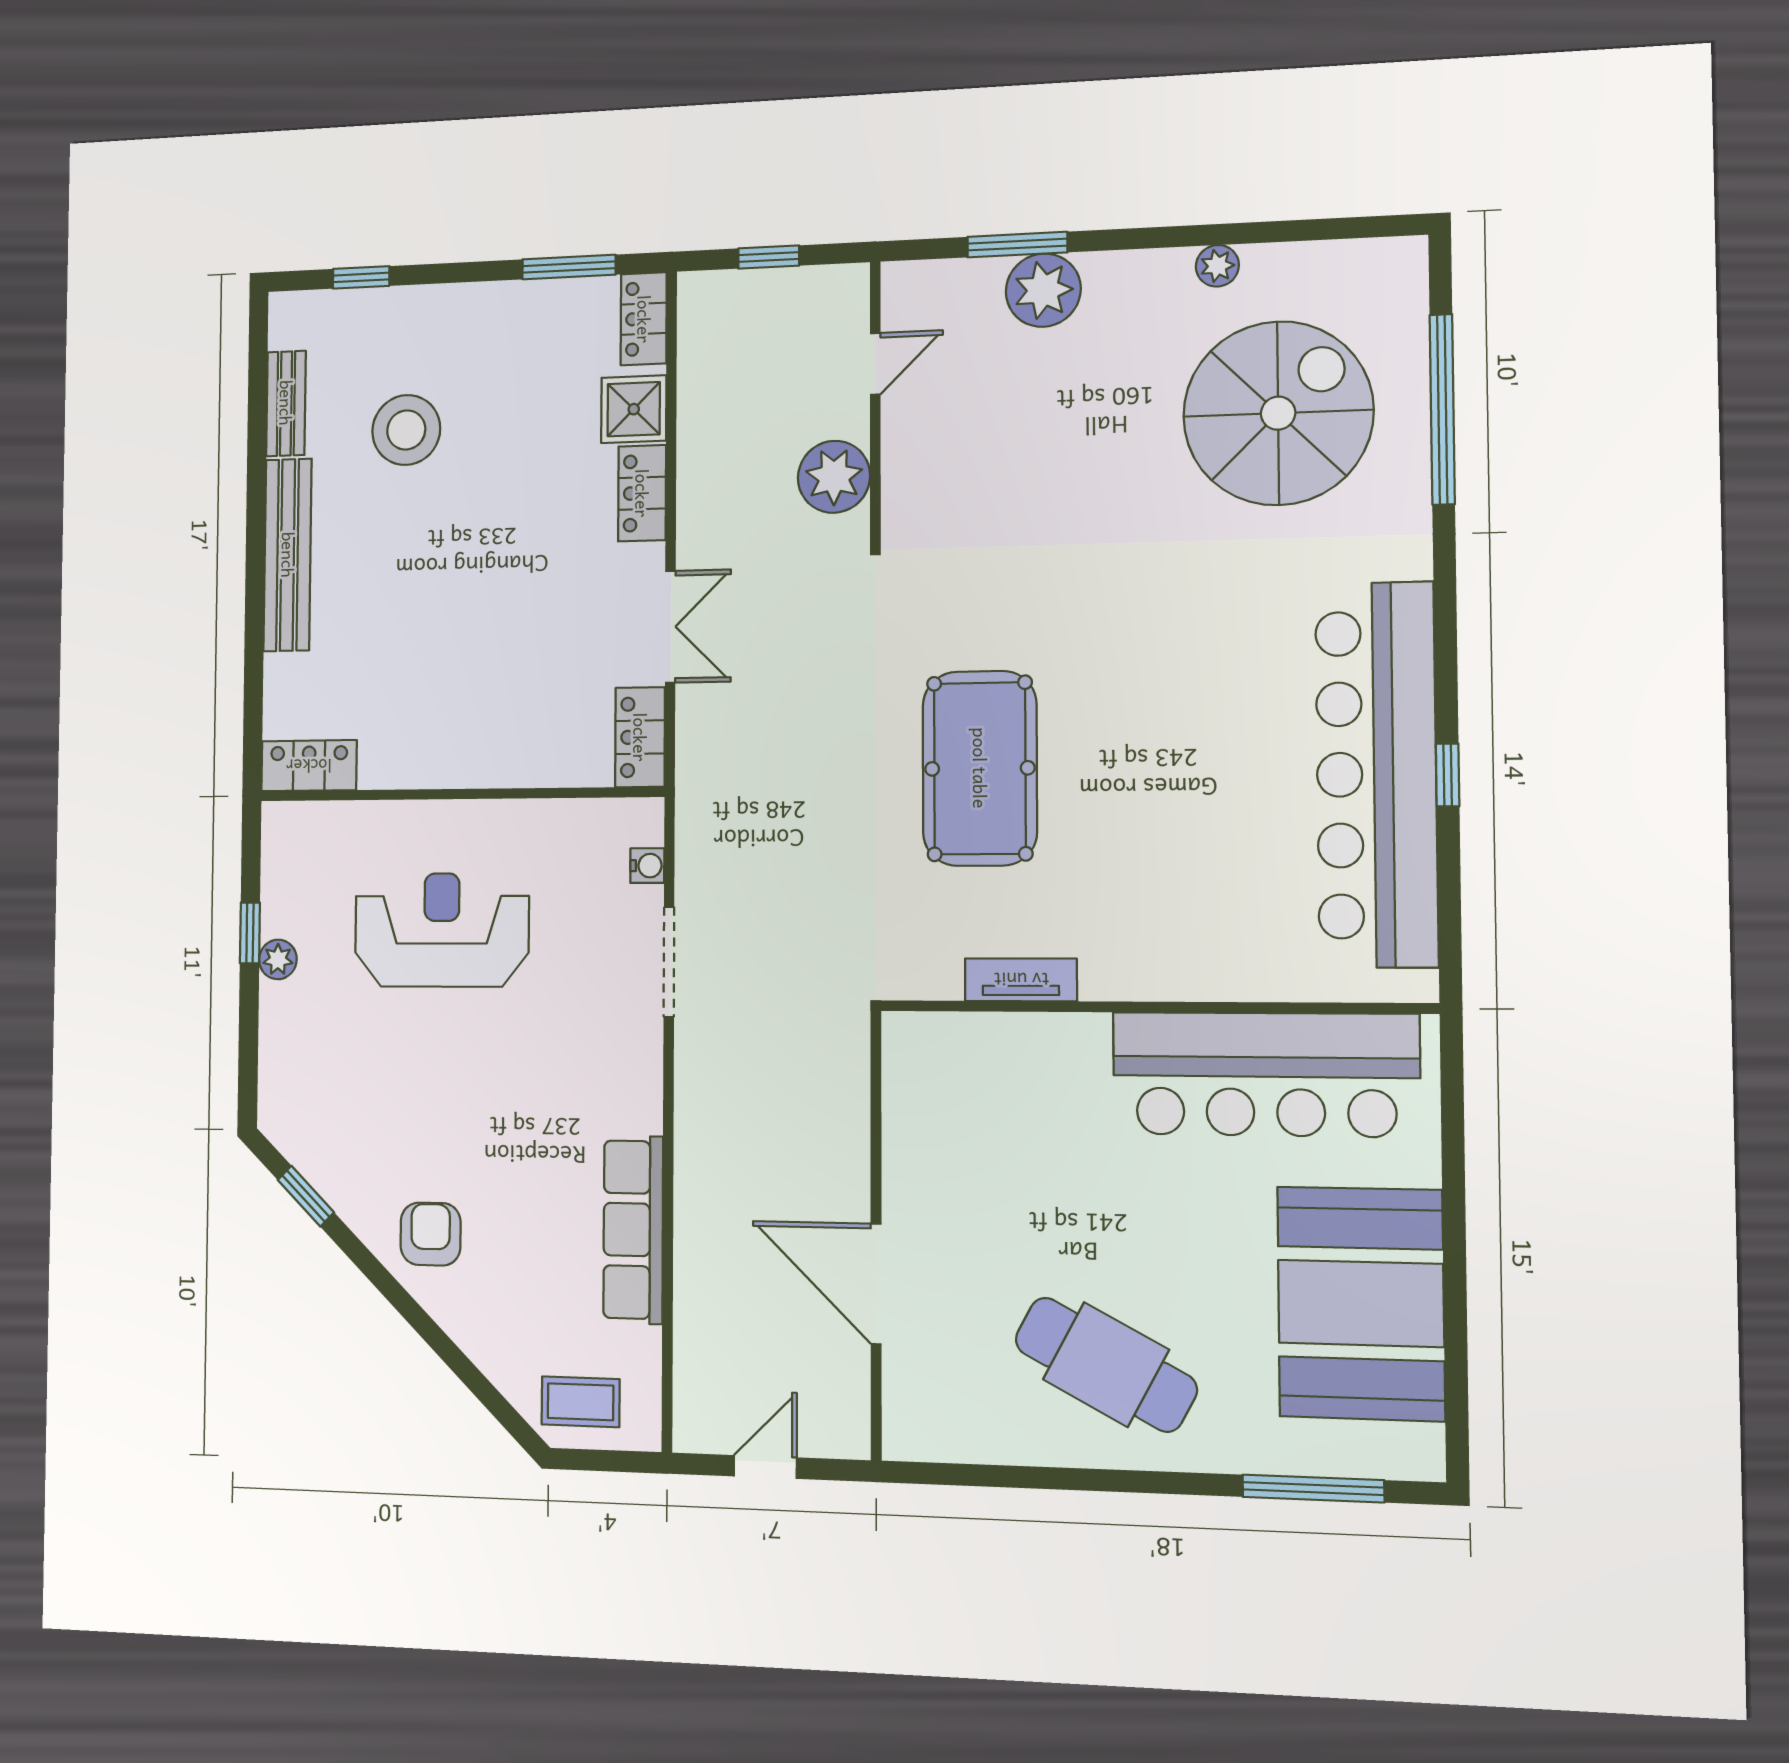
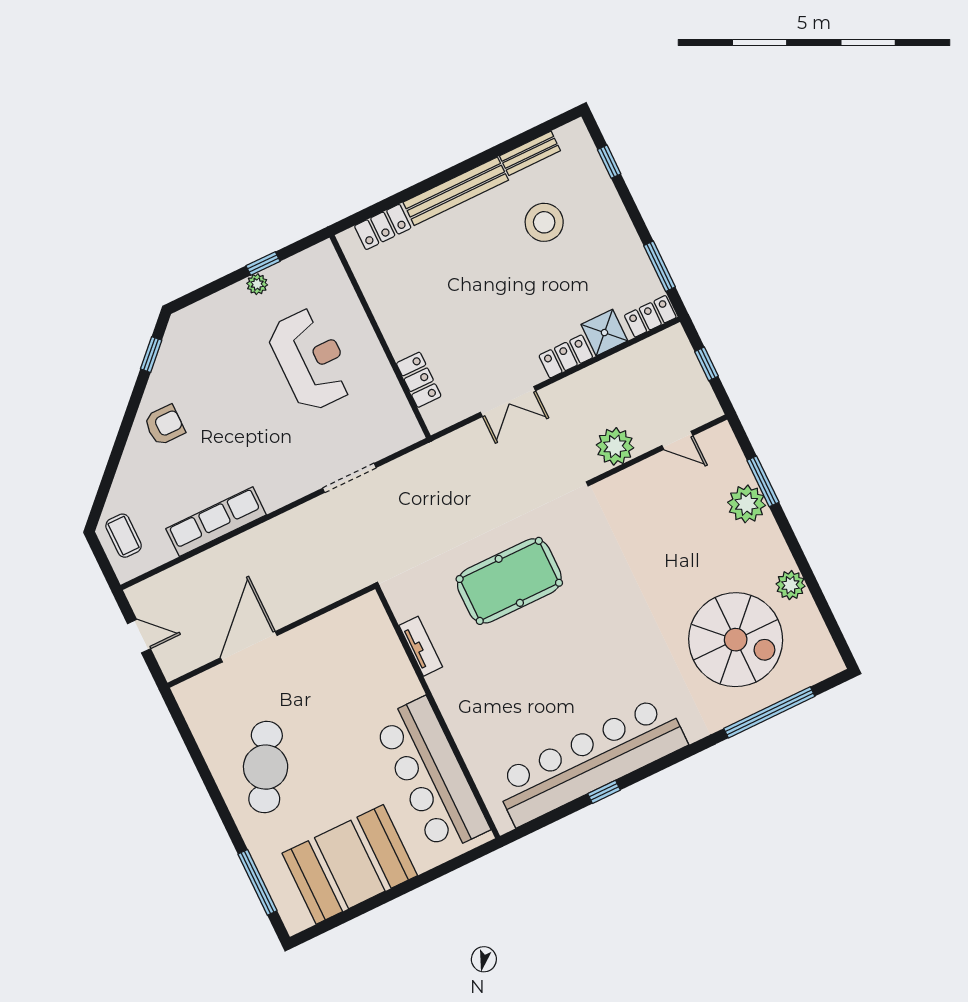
plant: (1217, 266) -> (790, 585), width x1.38, depth x1.38
locker: (640, 737) -> (419, 380), moved, turned 90
locker: (309, 766) -> (383, 227), moved, turned 90
water cooler: (647, 866) -> (390, 445), removed

